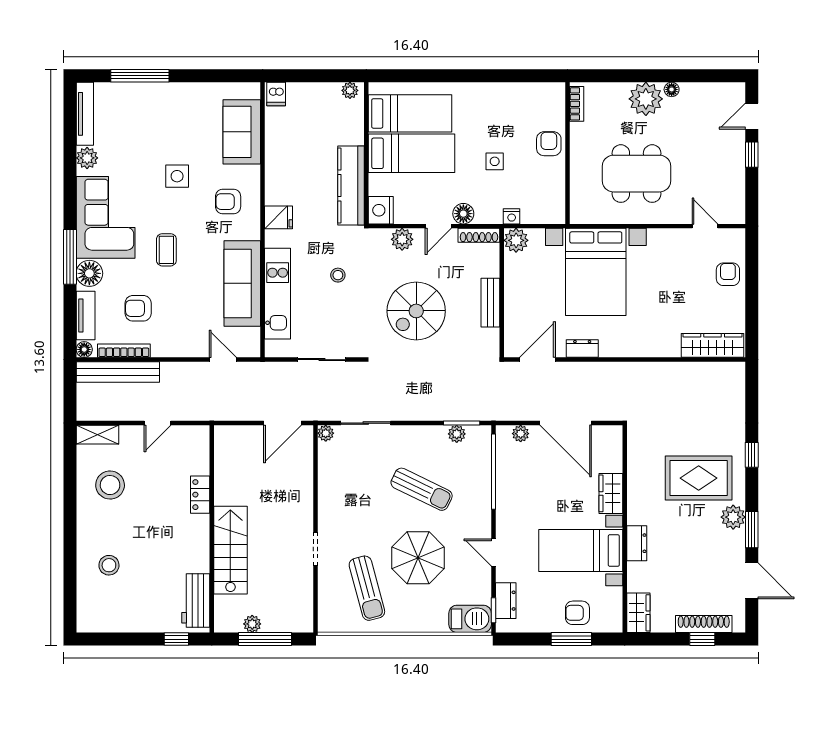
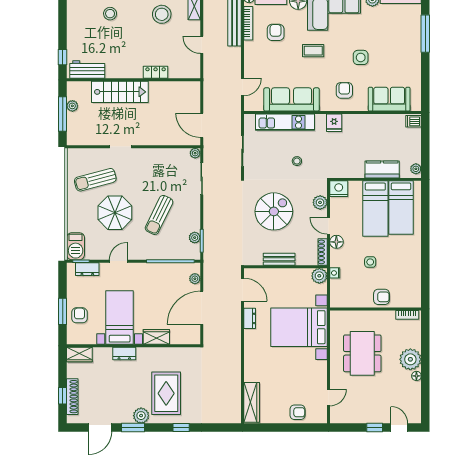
kitchen counter: (351, 185) -> (382, 170), moved, width x0.67
spiral stairs: (416, 311) -> (274, 211), turned 90

